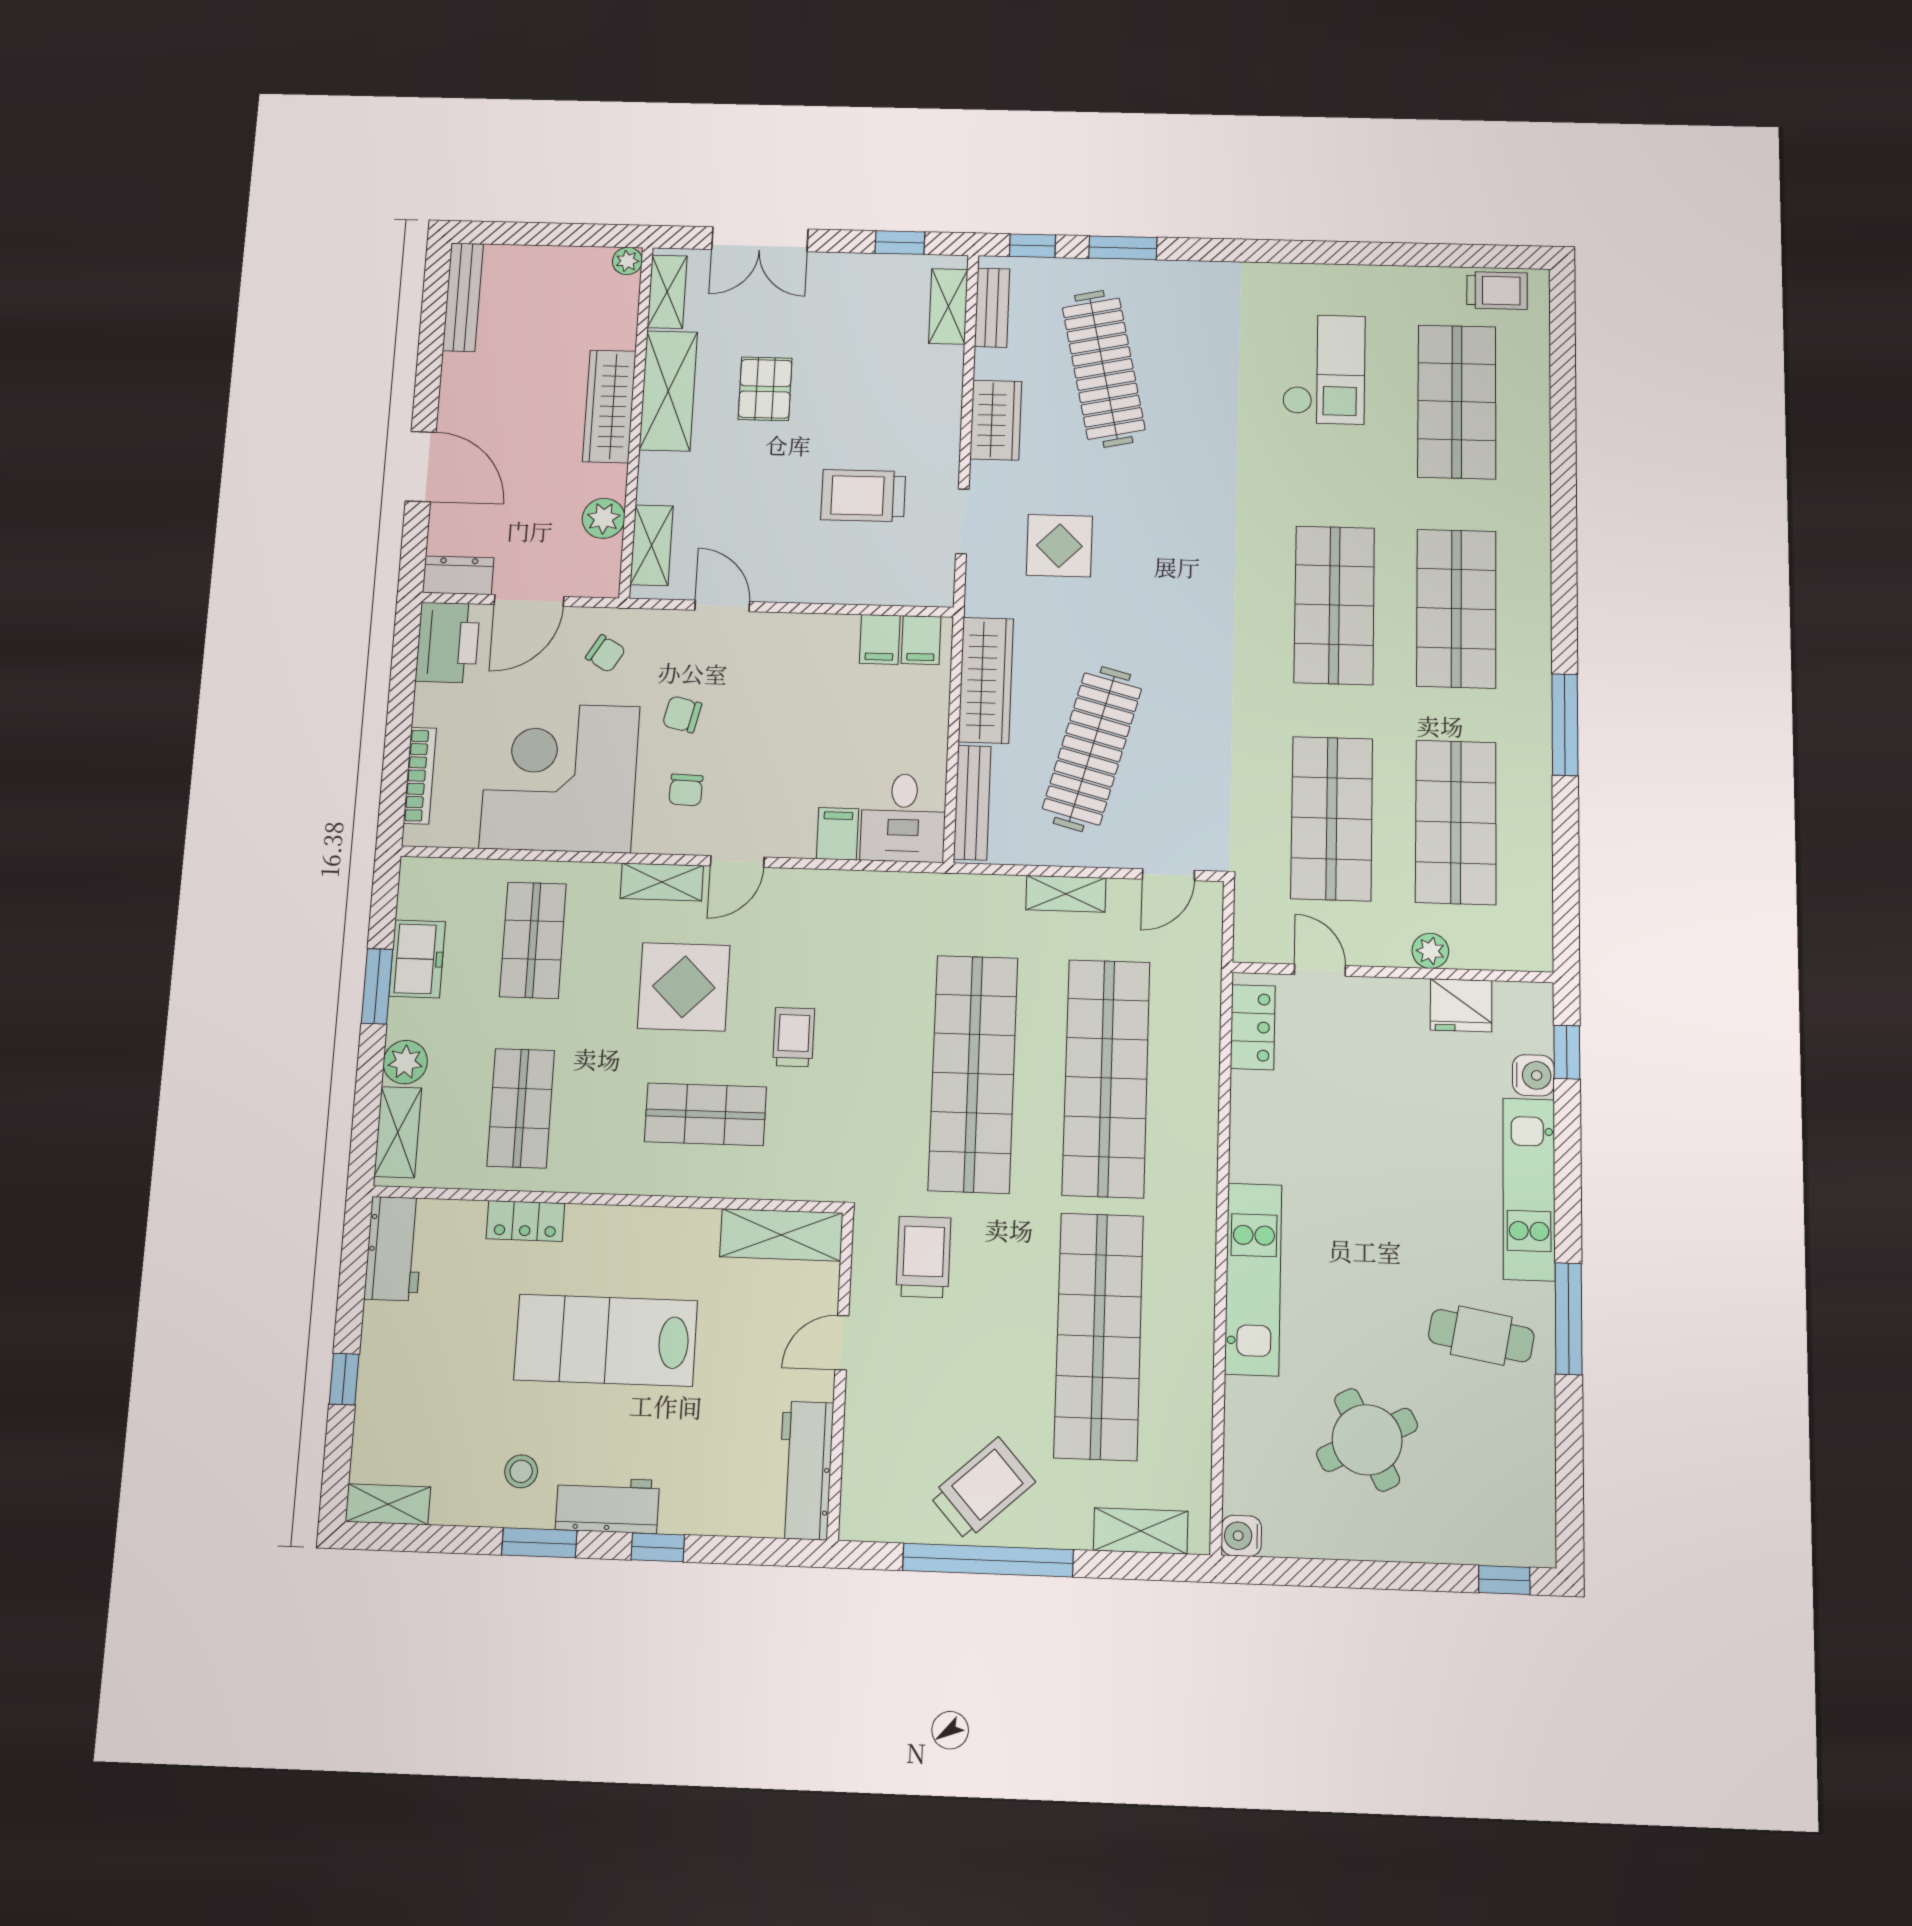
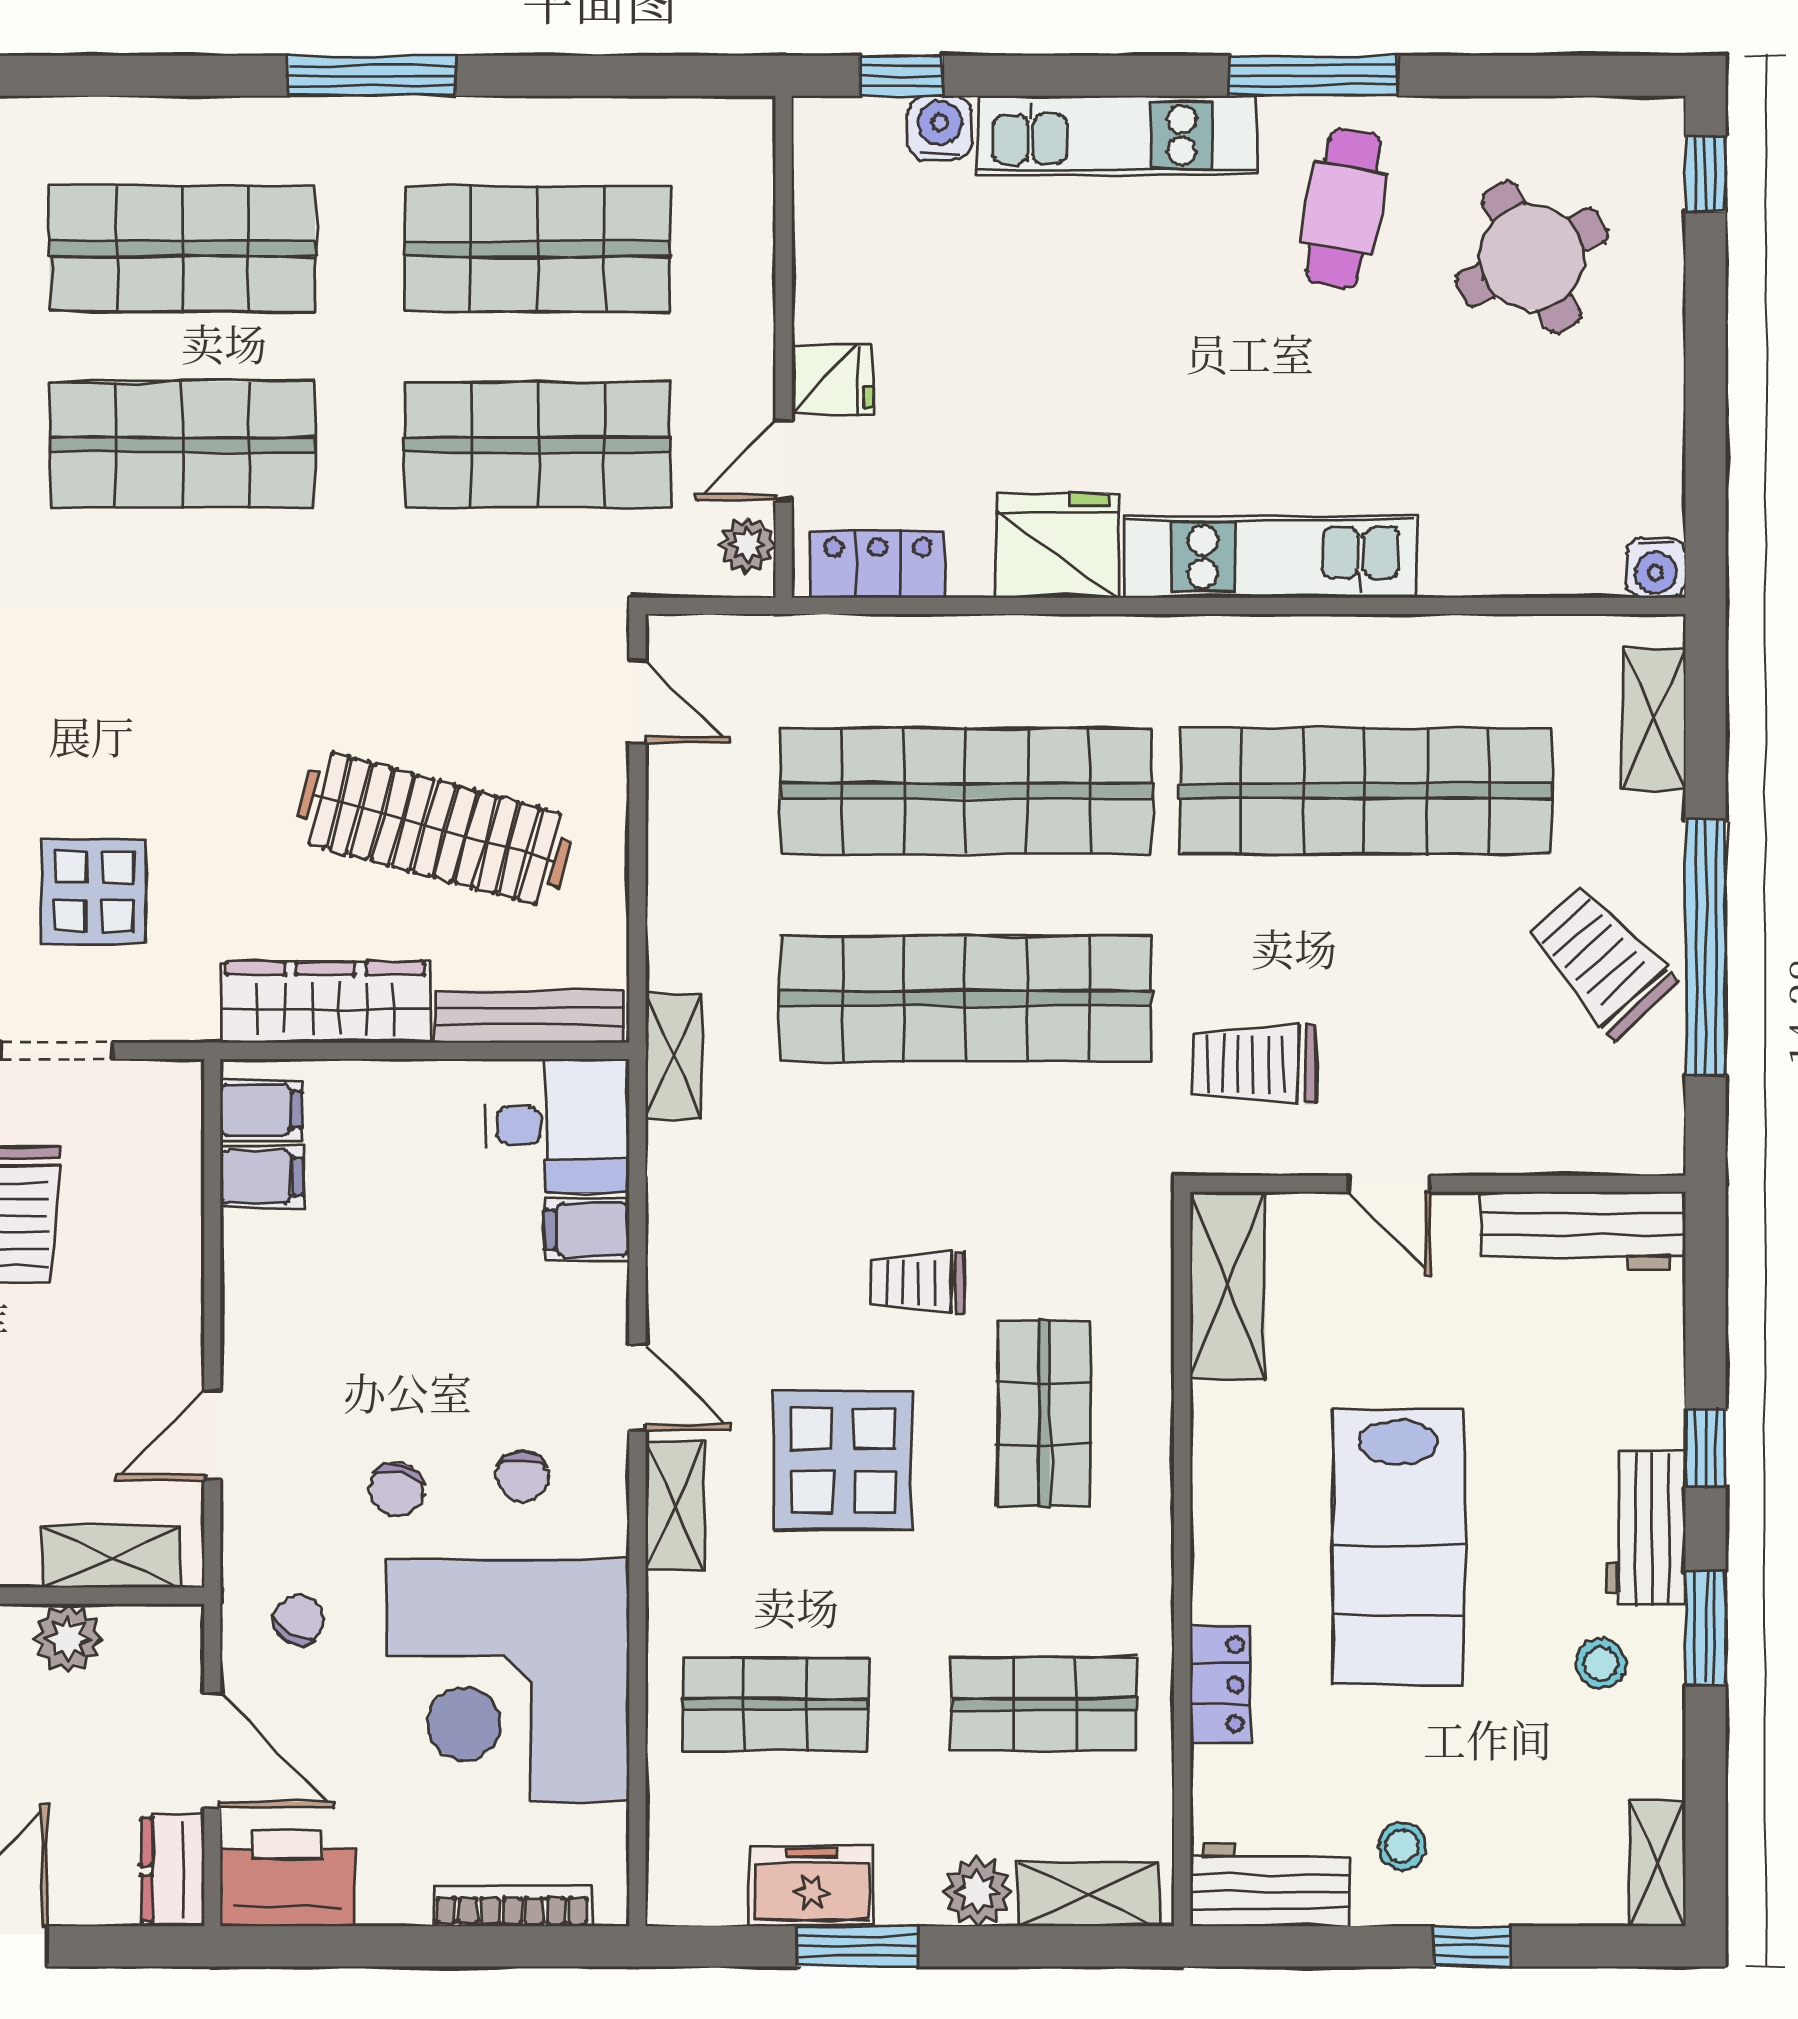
chair: (686, 790) -> (522, 1476), turned 88
shelving: (1066, 894) -> (674, 1056), moved
plant: (1430, 951) -> (747, 545), moved
fridge: (1461, 1005) -> (832, 380), moved, width x0.72
fridge: (1263, 1141) -> (1057, 546), added
stool: (412, 1336) -> (1402, 1846), added
round table: (1367, 1440) -> (1531, 257), moved

